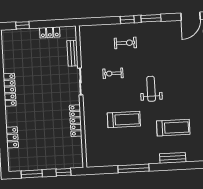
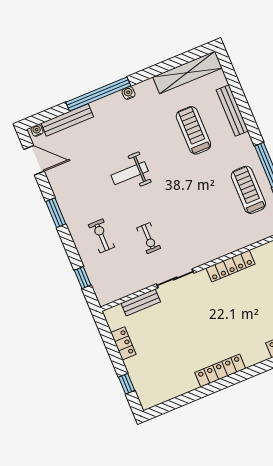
window: (127, 20) -> (83, 278), moved
weight bench: (151, 89) -> (130, 173), moved
treadmill: (124, 119) -> (248, 190), moved
bench: (173, 158) -> (232, 111), width x1.36

